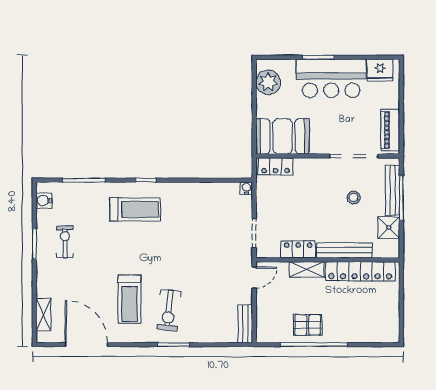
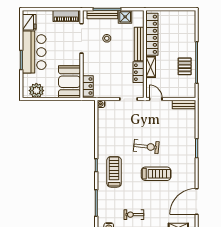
treadmill: (129, 299) -> (156, 174), moved
exercise bike: (169, 310) -> (146, 147), moved

